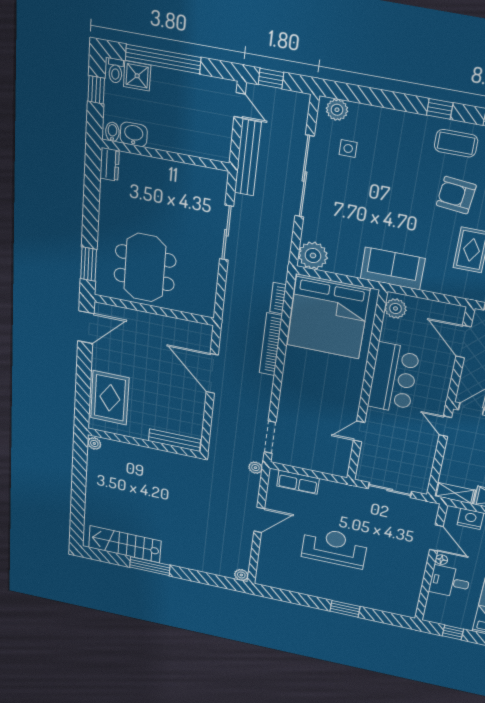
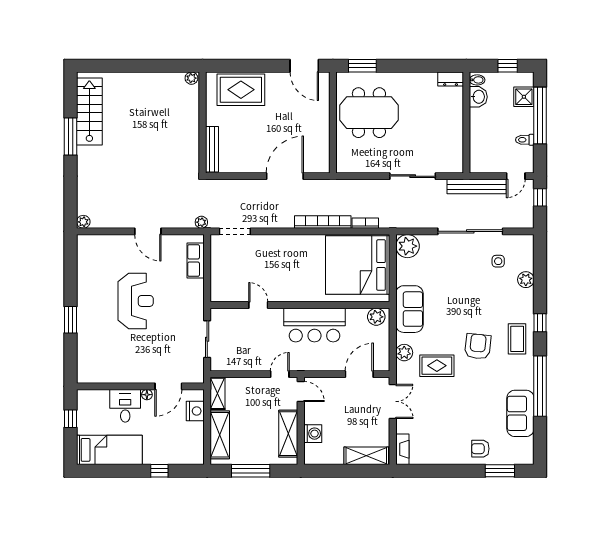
toilet: (116, 71) -> (525, 140), moved
plant: (337, 110) -> (526, 280), moved
plant: (447, 285) -> (404, 353), added

